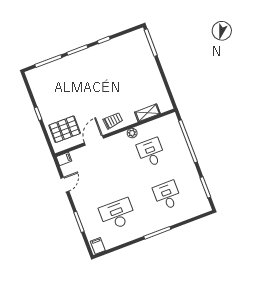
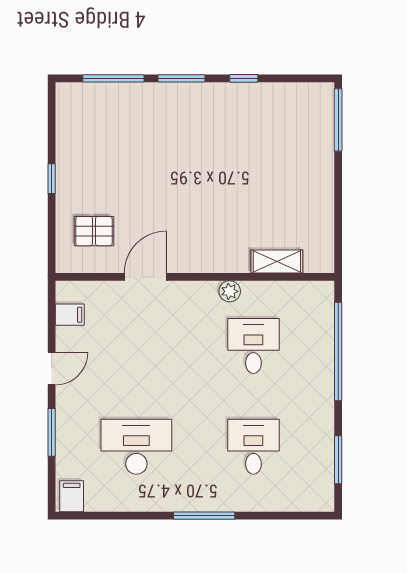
trolley: (113, 121) -> (200, 251), removed
pallet: (65, 129) -> (94, 231), width x0.67, depth x0.71
filing cabinet: (64, 159) -> (70, 315), moved
door: (65, 185) -> (52, 369), moved

